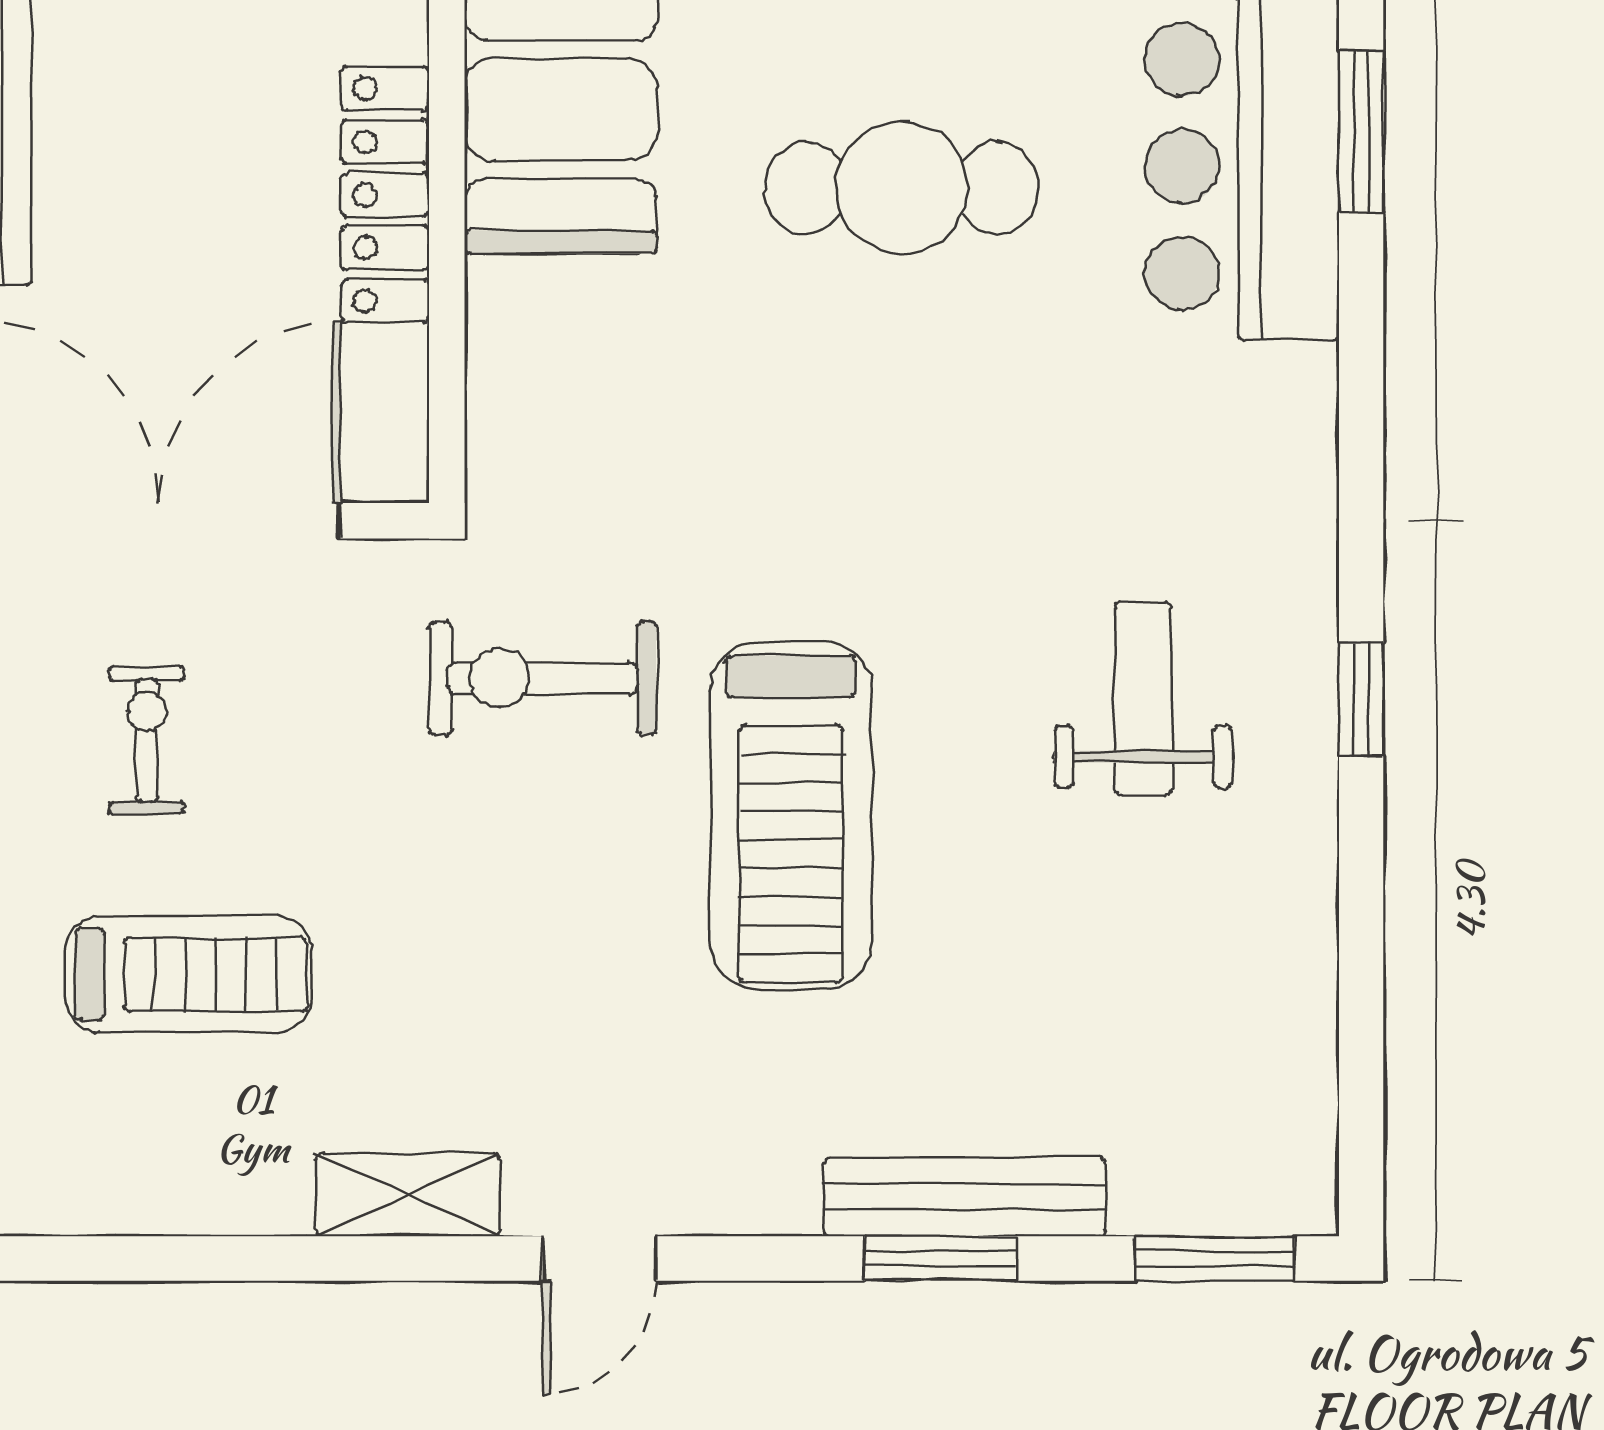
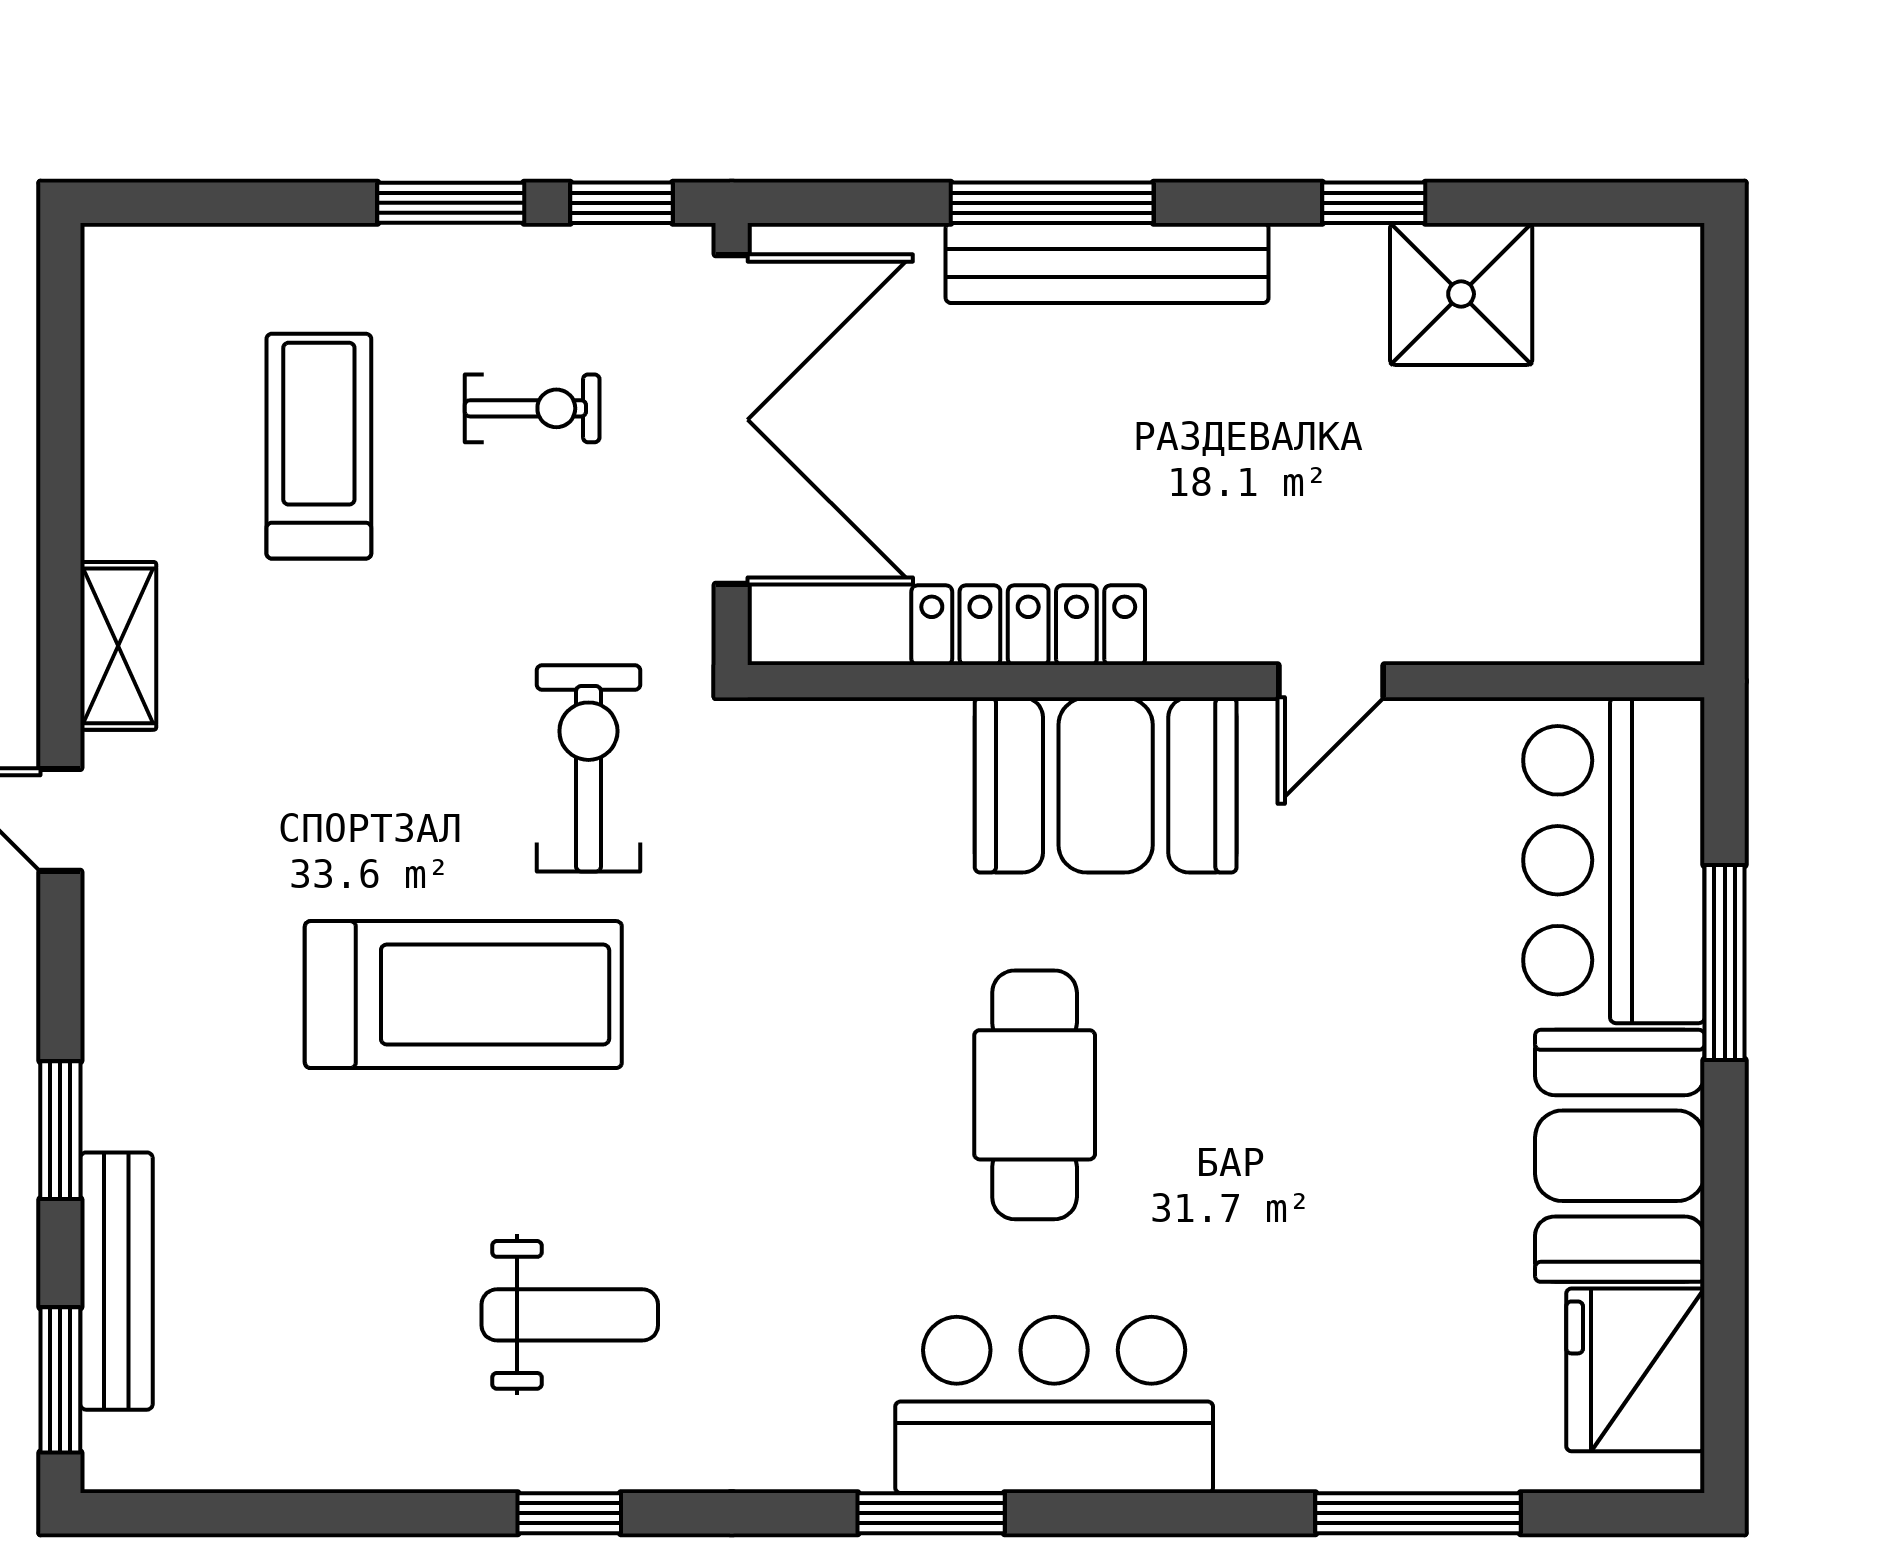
window: (1361, 132) -> (931, 1513), moved
treadmill: (791, 816) -> (463, 995), turned 180
treadmill: (188, 974) -> (319, 446), turned 180
bench: (965, 1197) -> (116, 1281), moved

